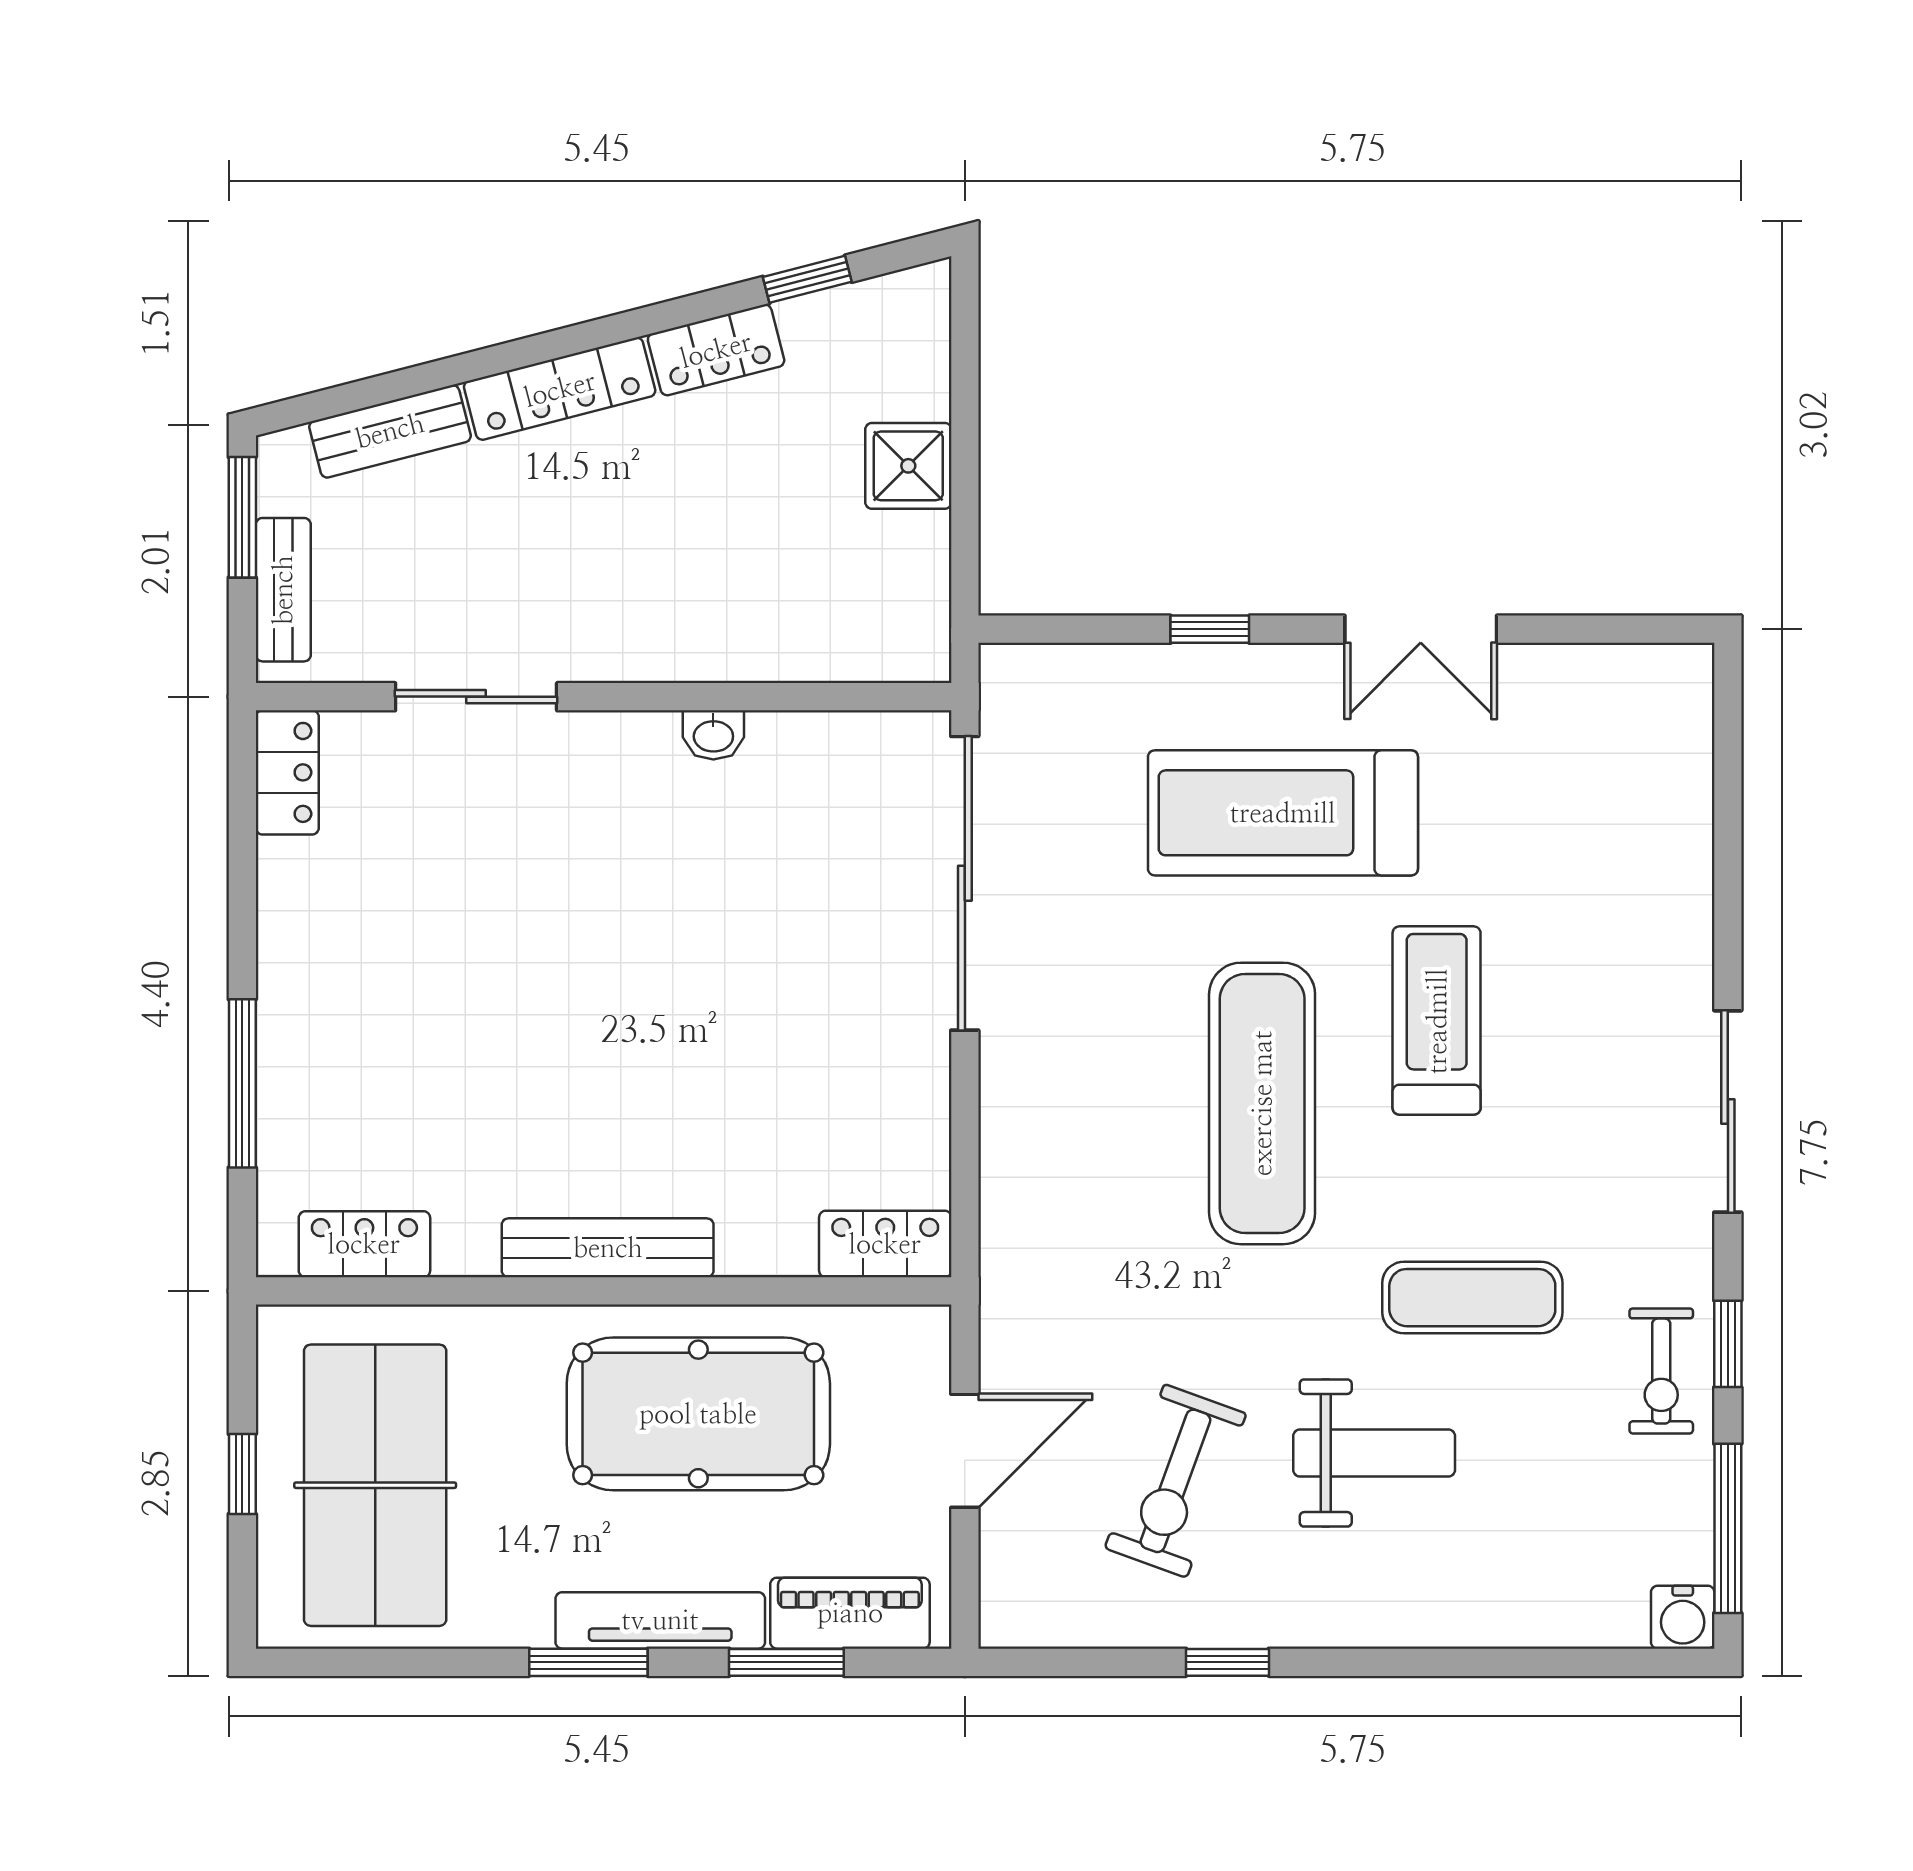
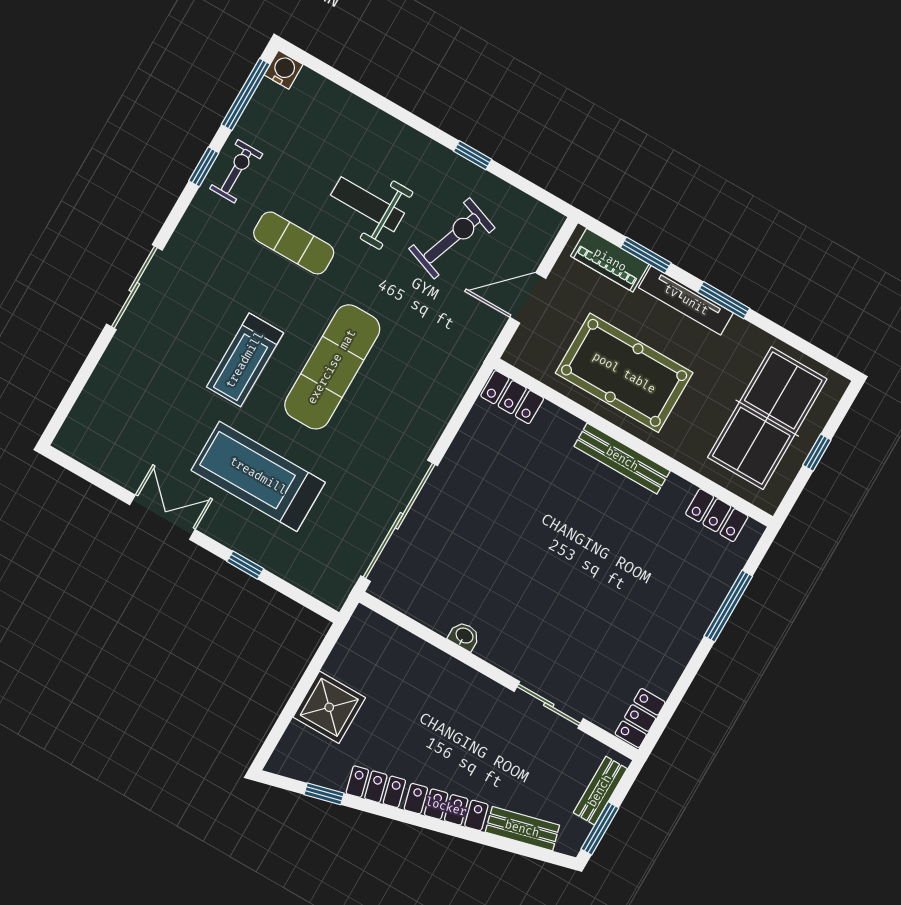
shower: (908, 466) -> (329, 707), width x1.36, depth x1.36
treadmill: (1283, 813) -> (258, 476), turned 180
sliding door: (1728, 1111) -> (134, 287), moved

